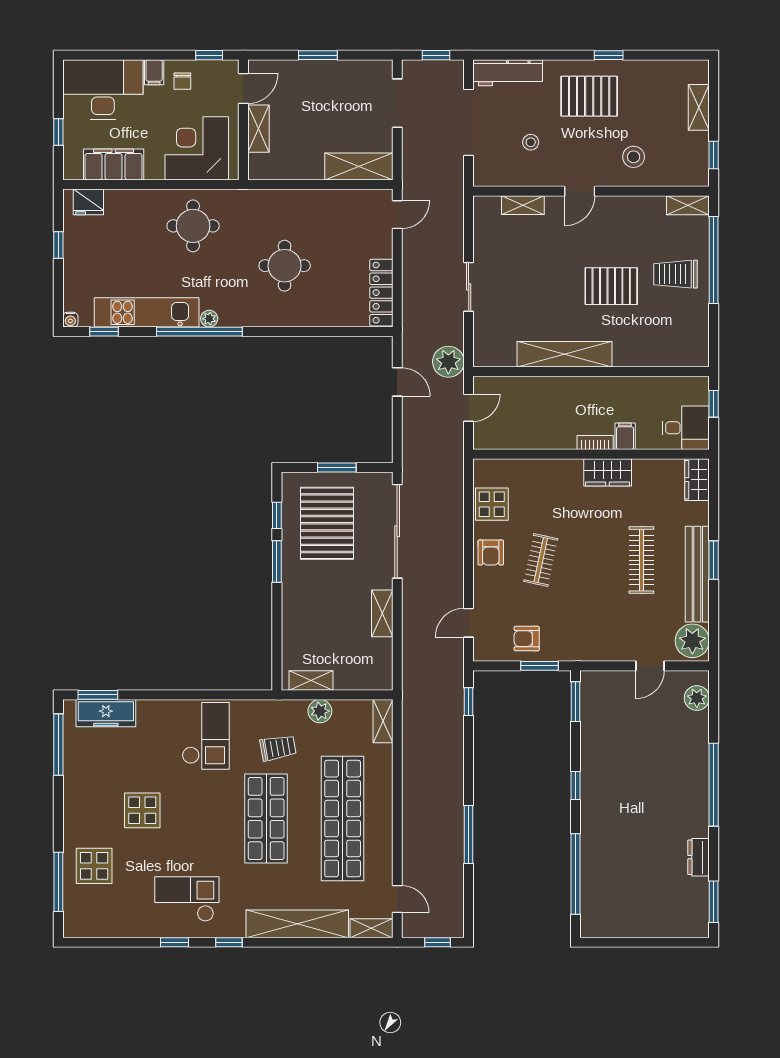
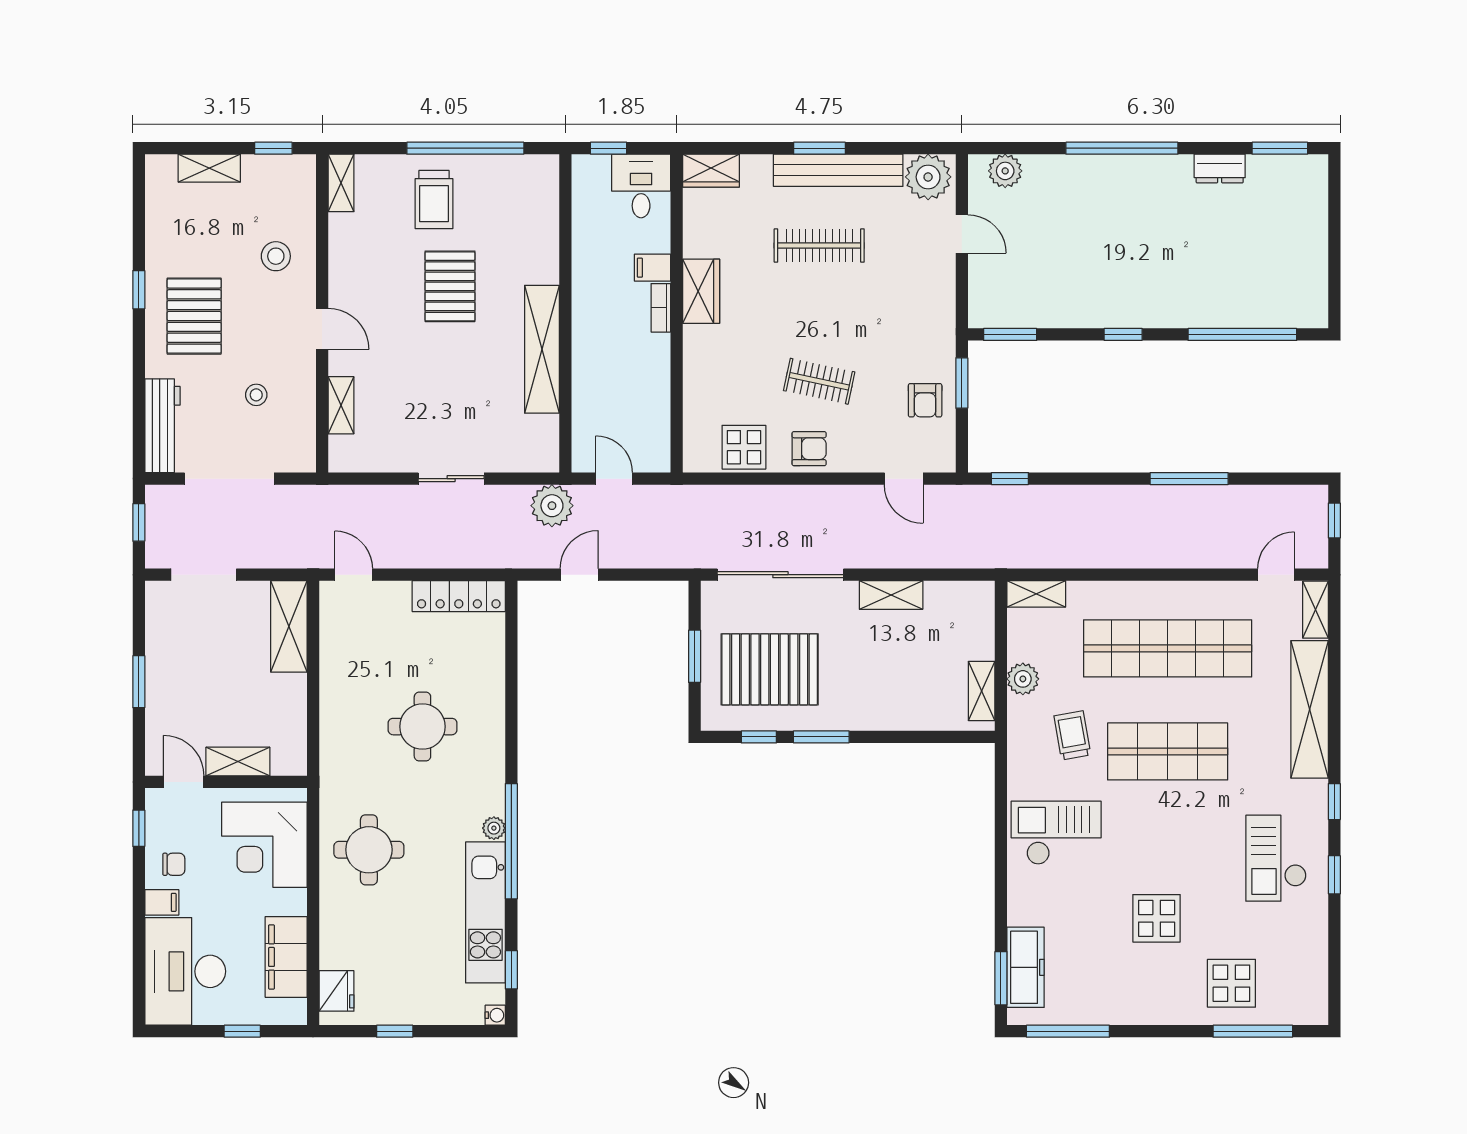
window: (714, 260) -> (465, 148), moved

